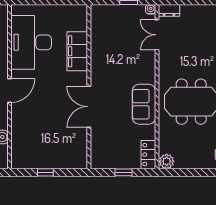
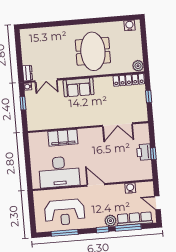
sofa: (144, 104) -> (79, 87), moved
double door: (89, 107) -> (118, 125), moved
locker: (148, 155) -> (129, 80), width x1.53
printer: (48, 160) -> (144, 152), added

